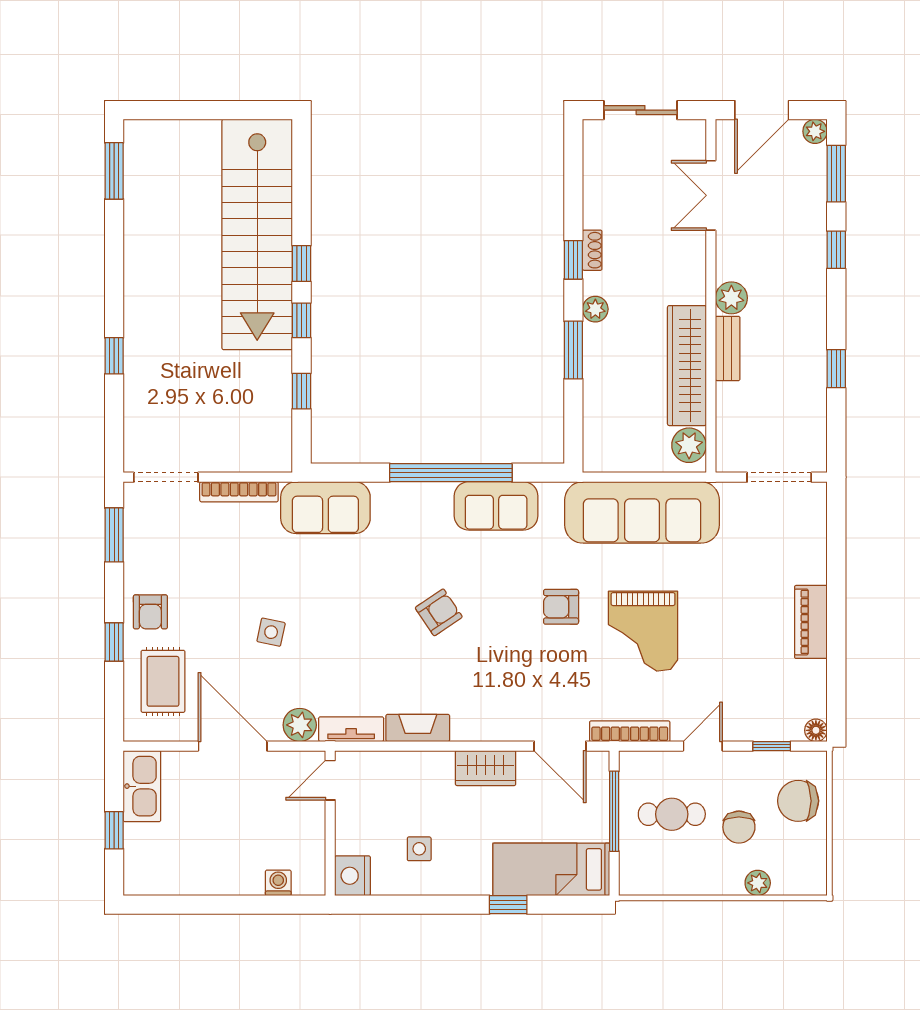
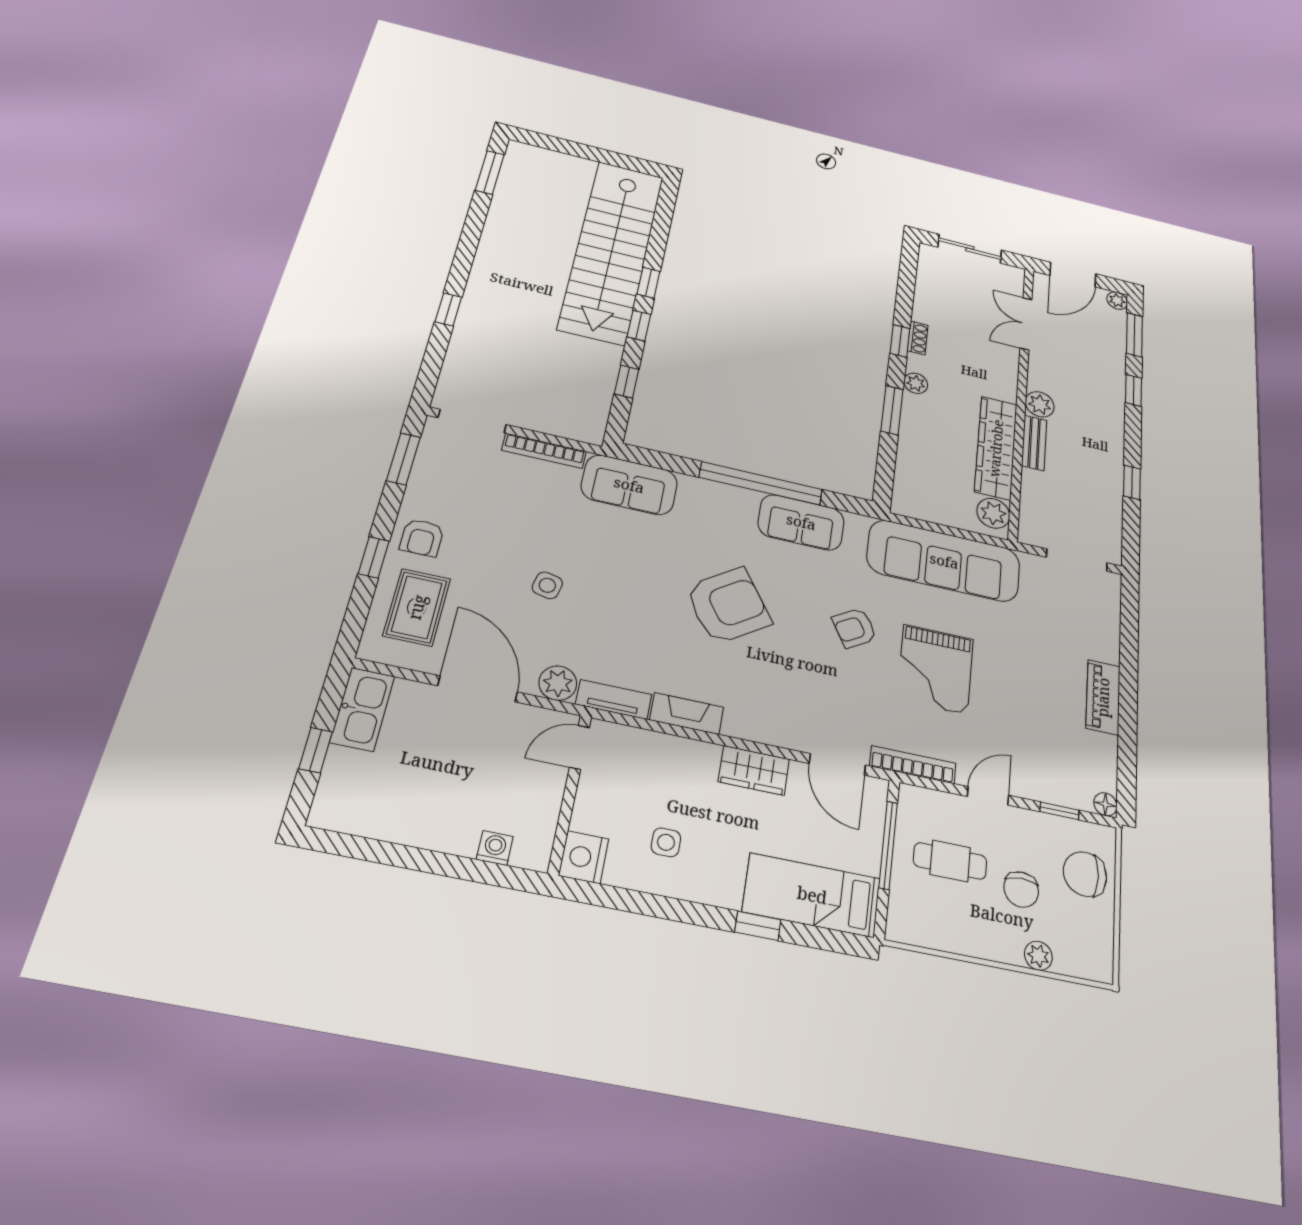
armchair: (561, 607) -> (855, 628), turned -31
armchair: (439, 612) -> (728, 606), width x1.88, depth x1.88

